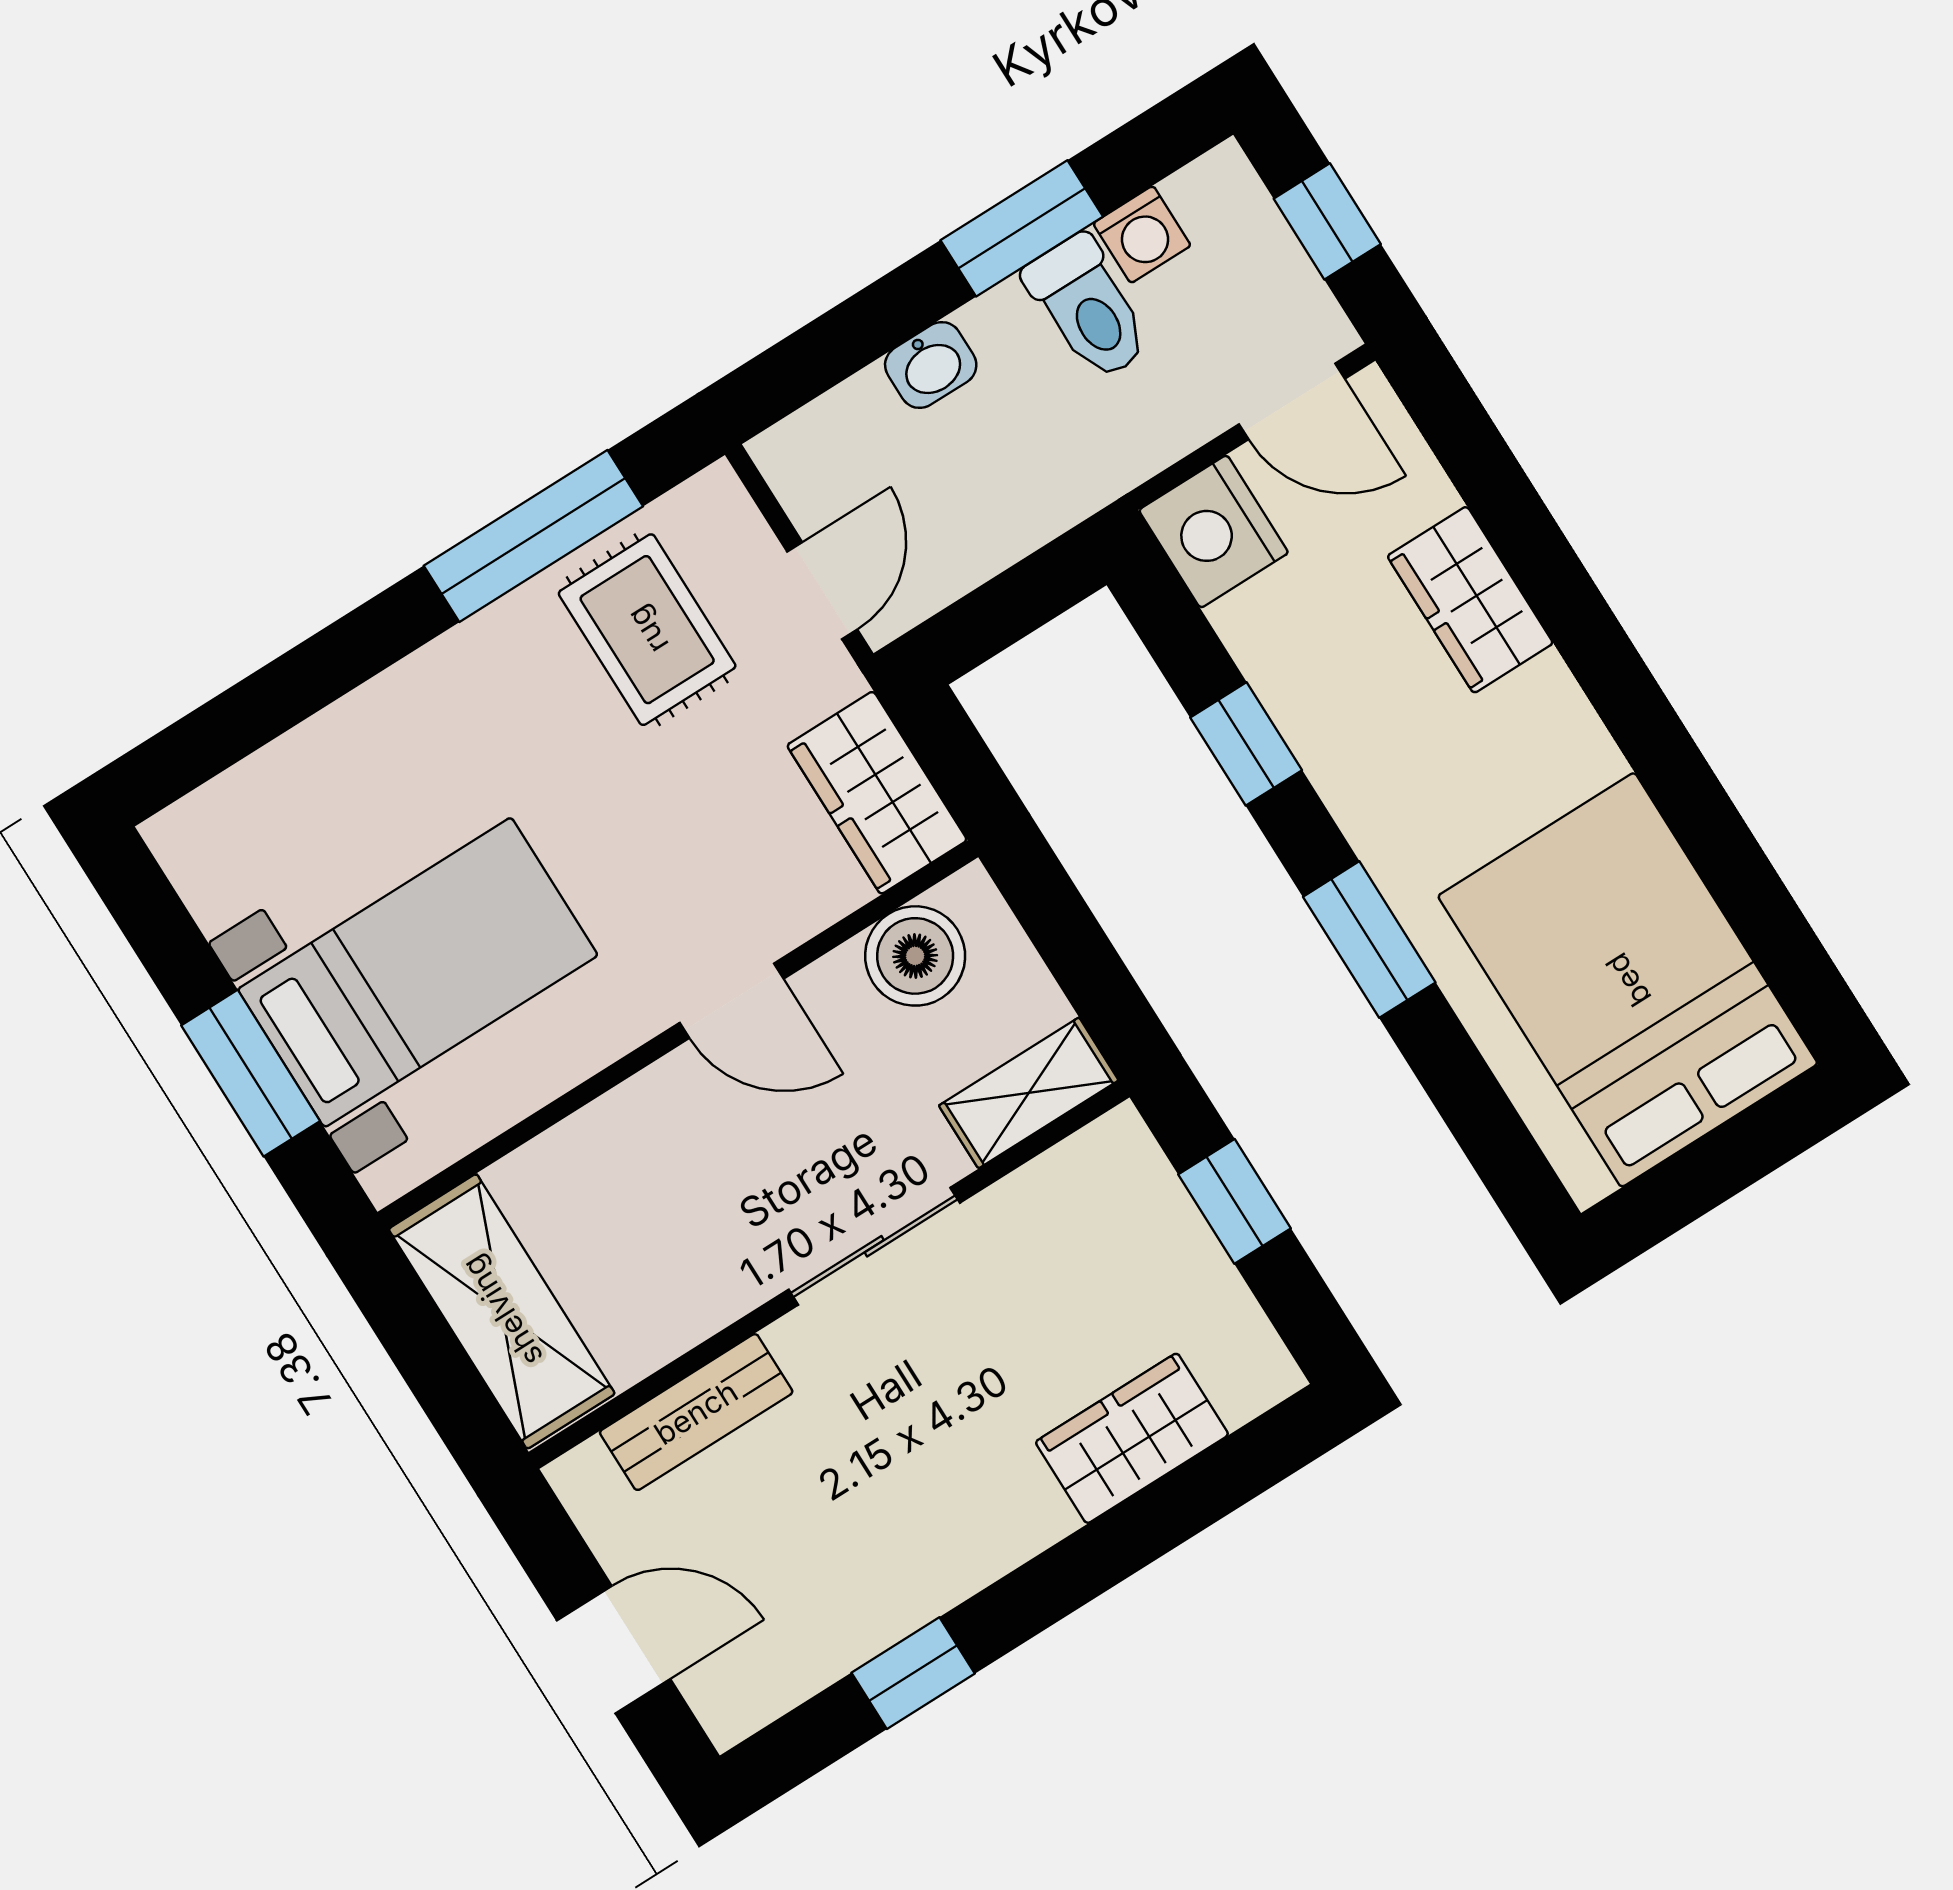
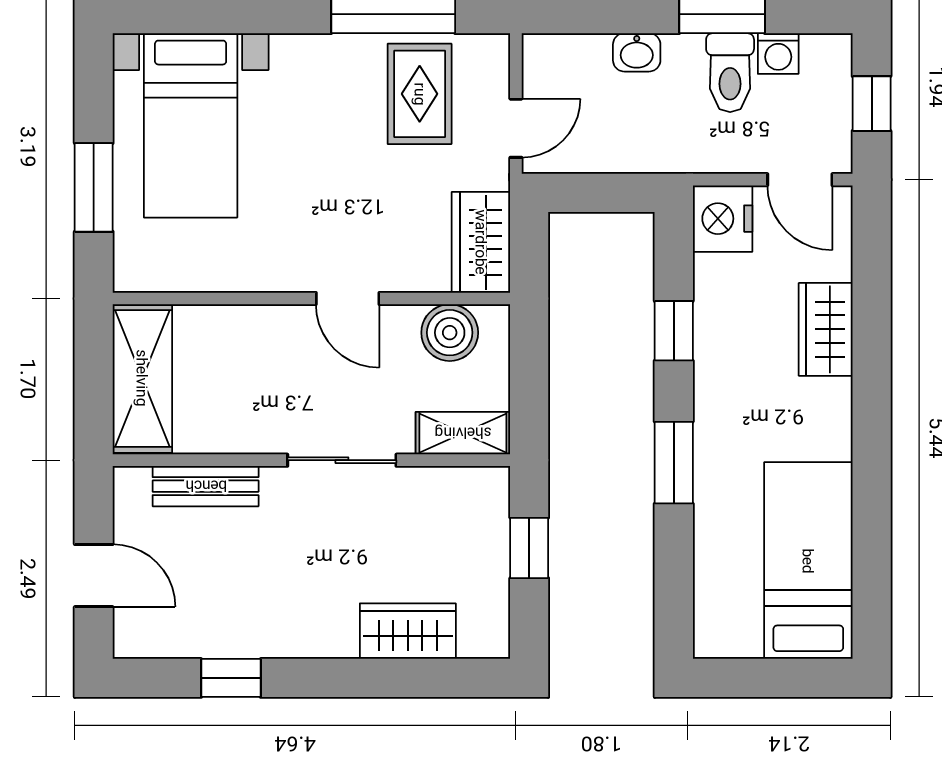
bed with nightstands: (418, 972) -> (191, 125), moved, turned 90
bed: (1628, 980) -> (808, 561), width x0.67

